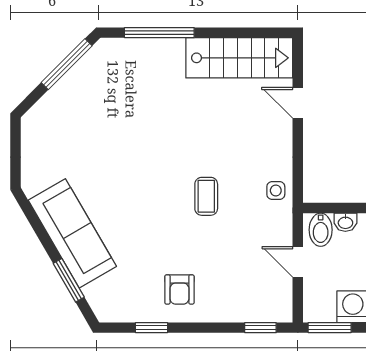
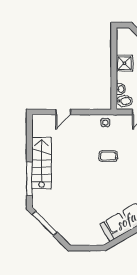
stairs: (239, 58) -> (41, 163), moved

